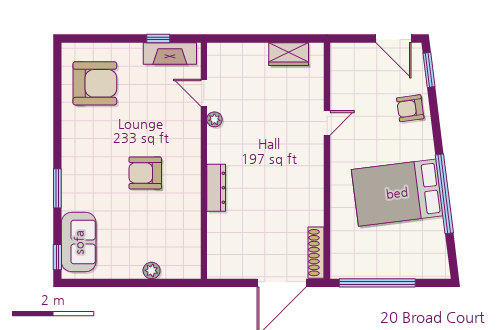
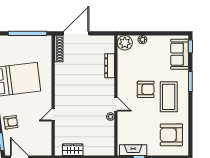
door: (204, 93) -> (116, 104), moved
coffee table: (100, 158) -> (169, 97), added
dresser: (216, 188) -> (110, 66), moved
plant: (186, 264) -> (125, 43), added

